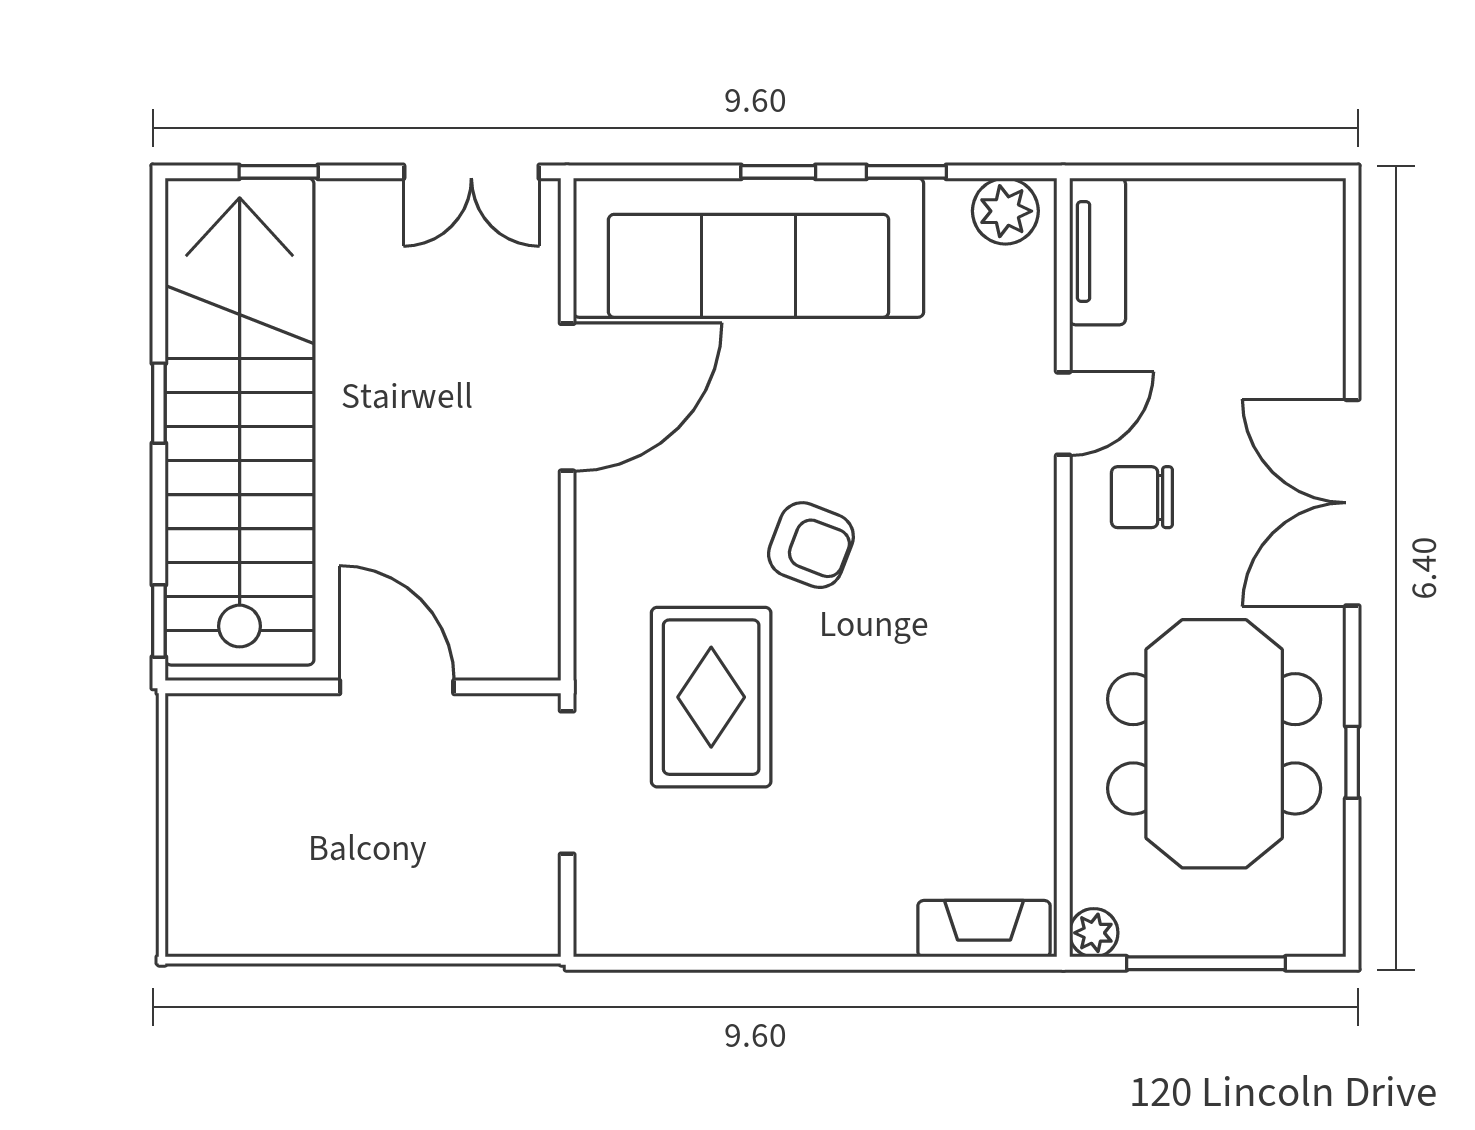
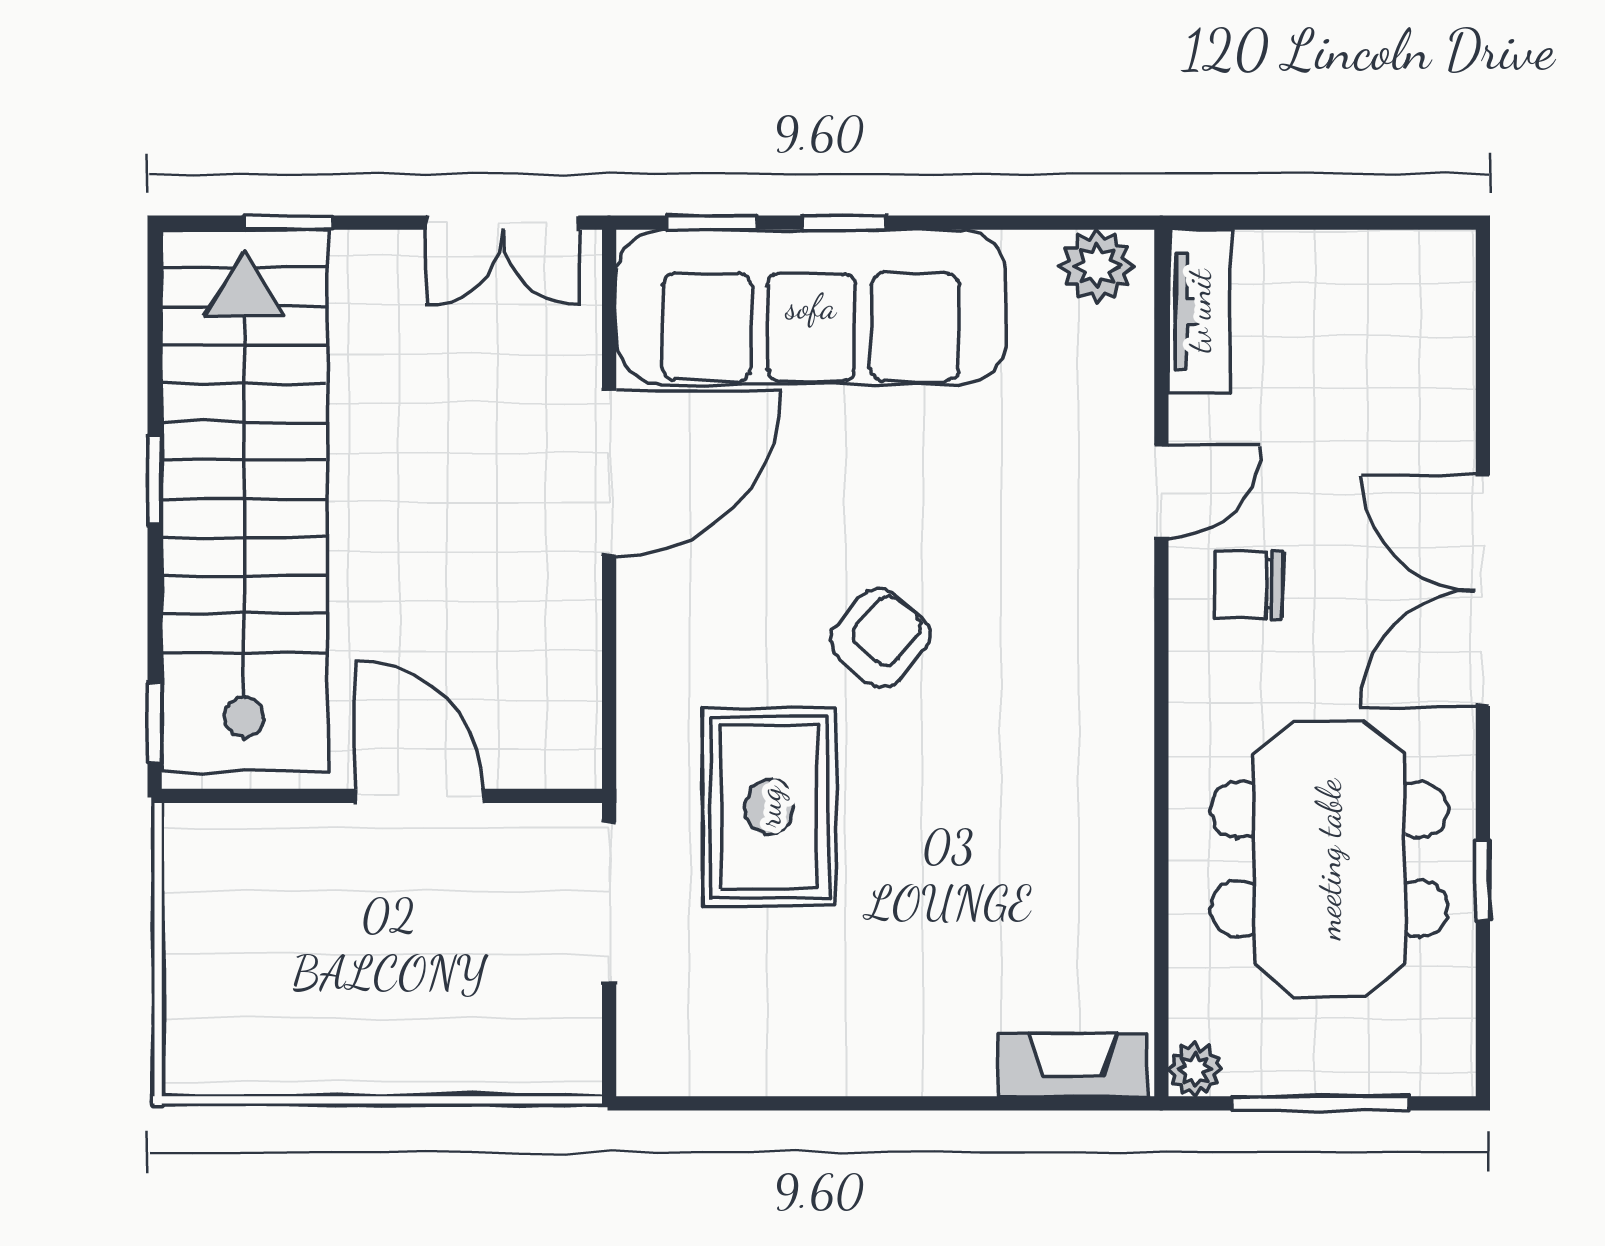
window: (906, 172) -> (712, 223), moved
armchair: (811, 545) -> (880, 638), turned -71

